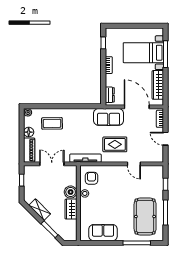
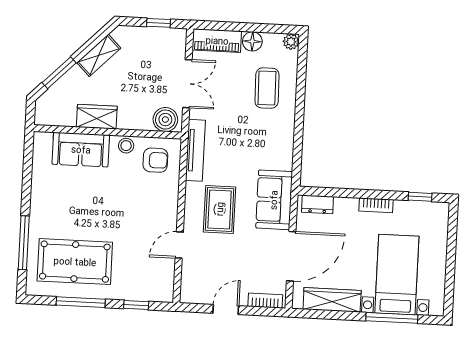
boiler: (71, 192) -> (165, 120), moved
sofa: (103, 233) -> (81, 150), moved, turned 90

